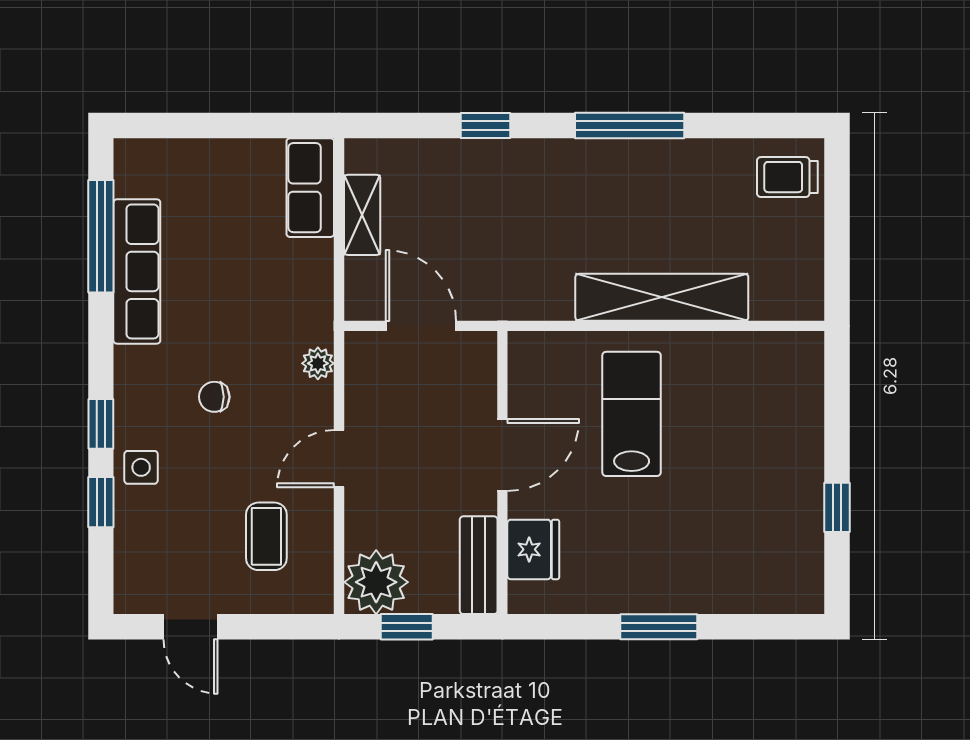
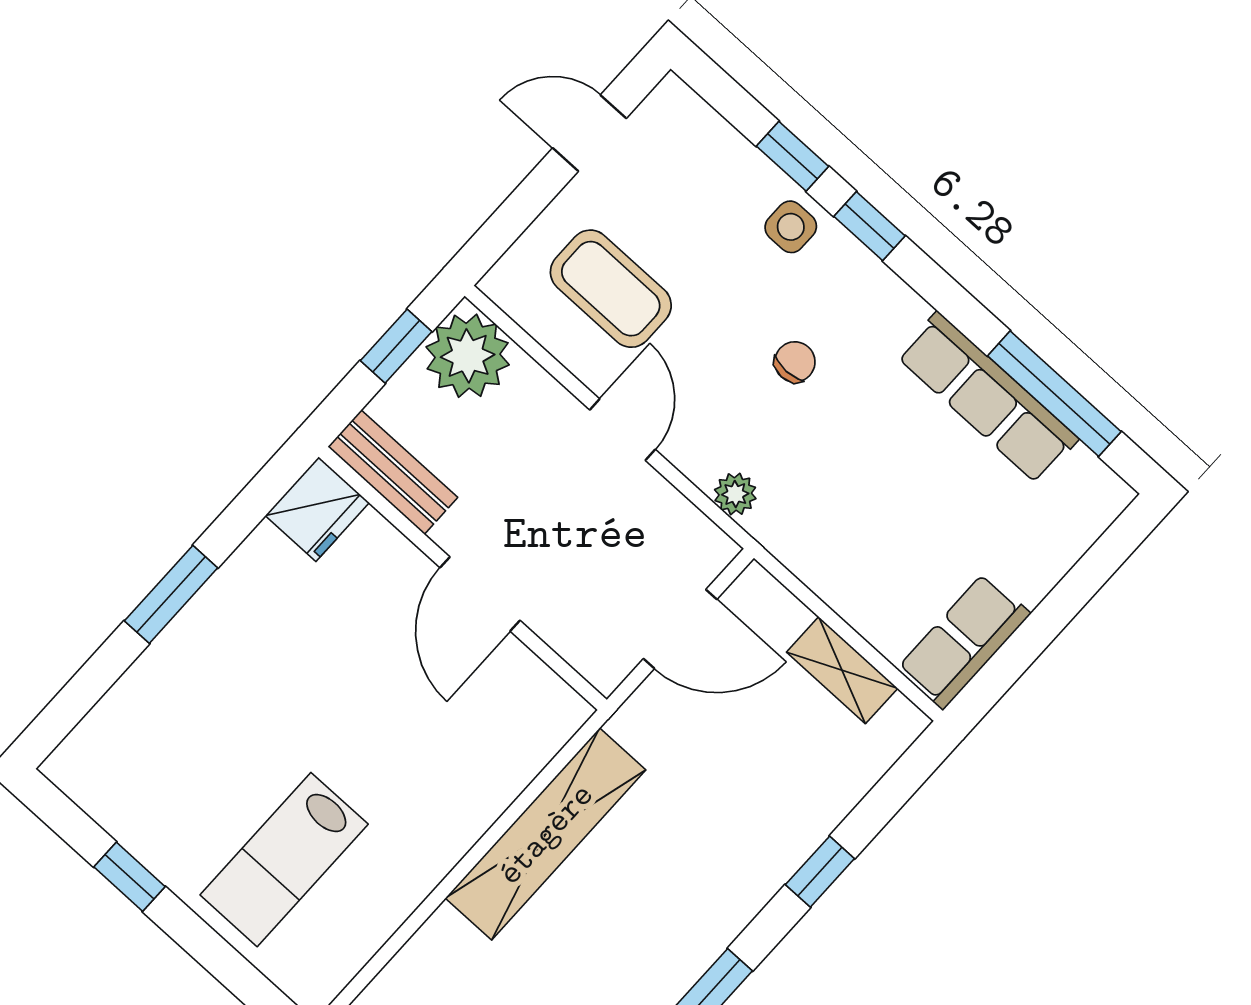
row of seats: (310, 188) -> (964, 641), moved, turned -90
shelving: (662, 297) -> (546, 834), moved
lab bench: (632, 414) -> (284, 860), moved, turned 90
coffee table: (266, 536) -> (611, 289), width x1.36, depth x1.30
fridge: (533, 549) -> (317, 509), moved, turned -90

